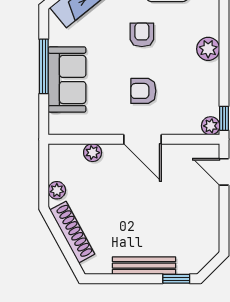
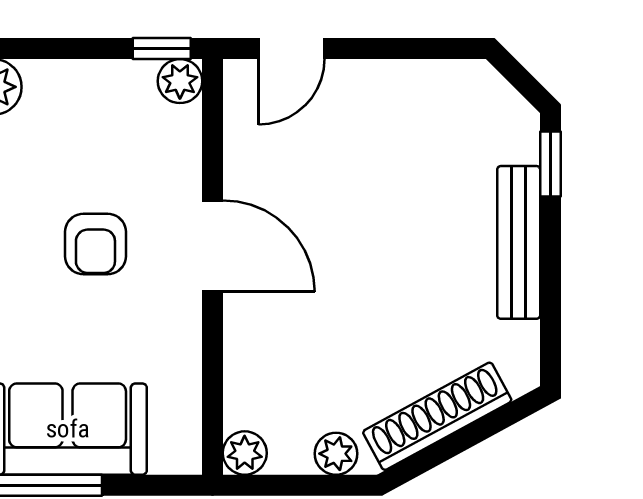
door: (142, 139) -> (213, 246), hinge flipped
plant: (93, 153) -> (245, 453), moved

